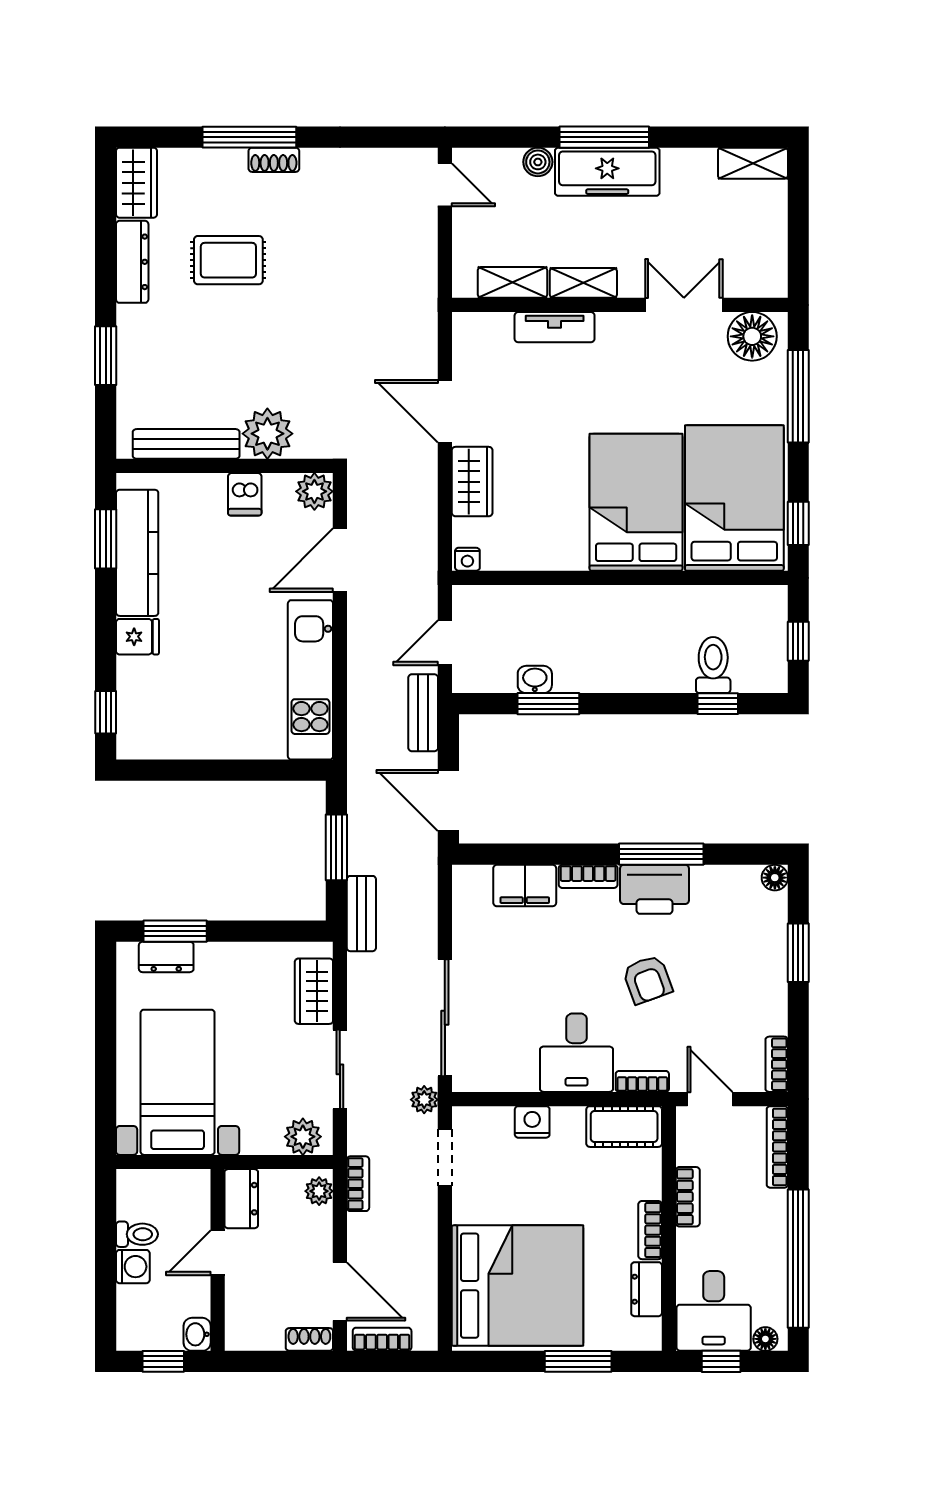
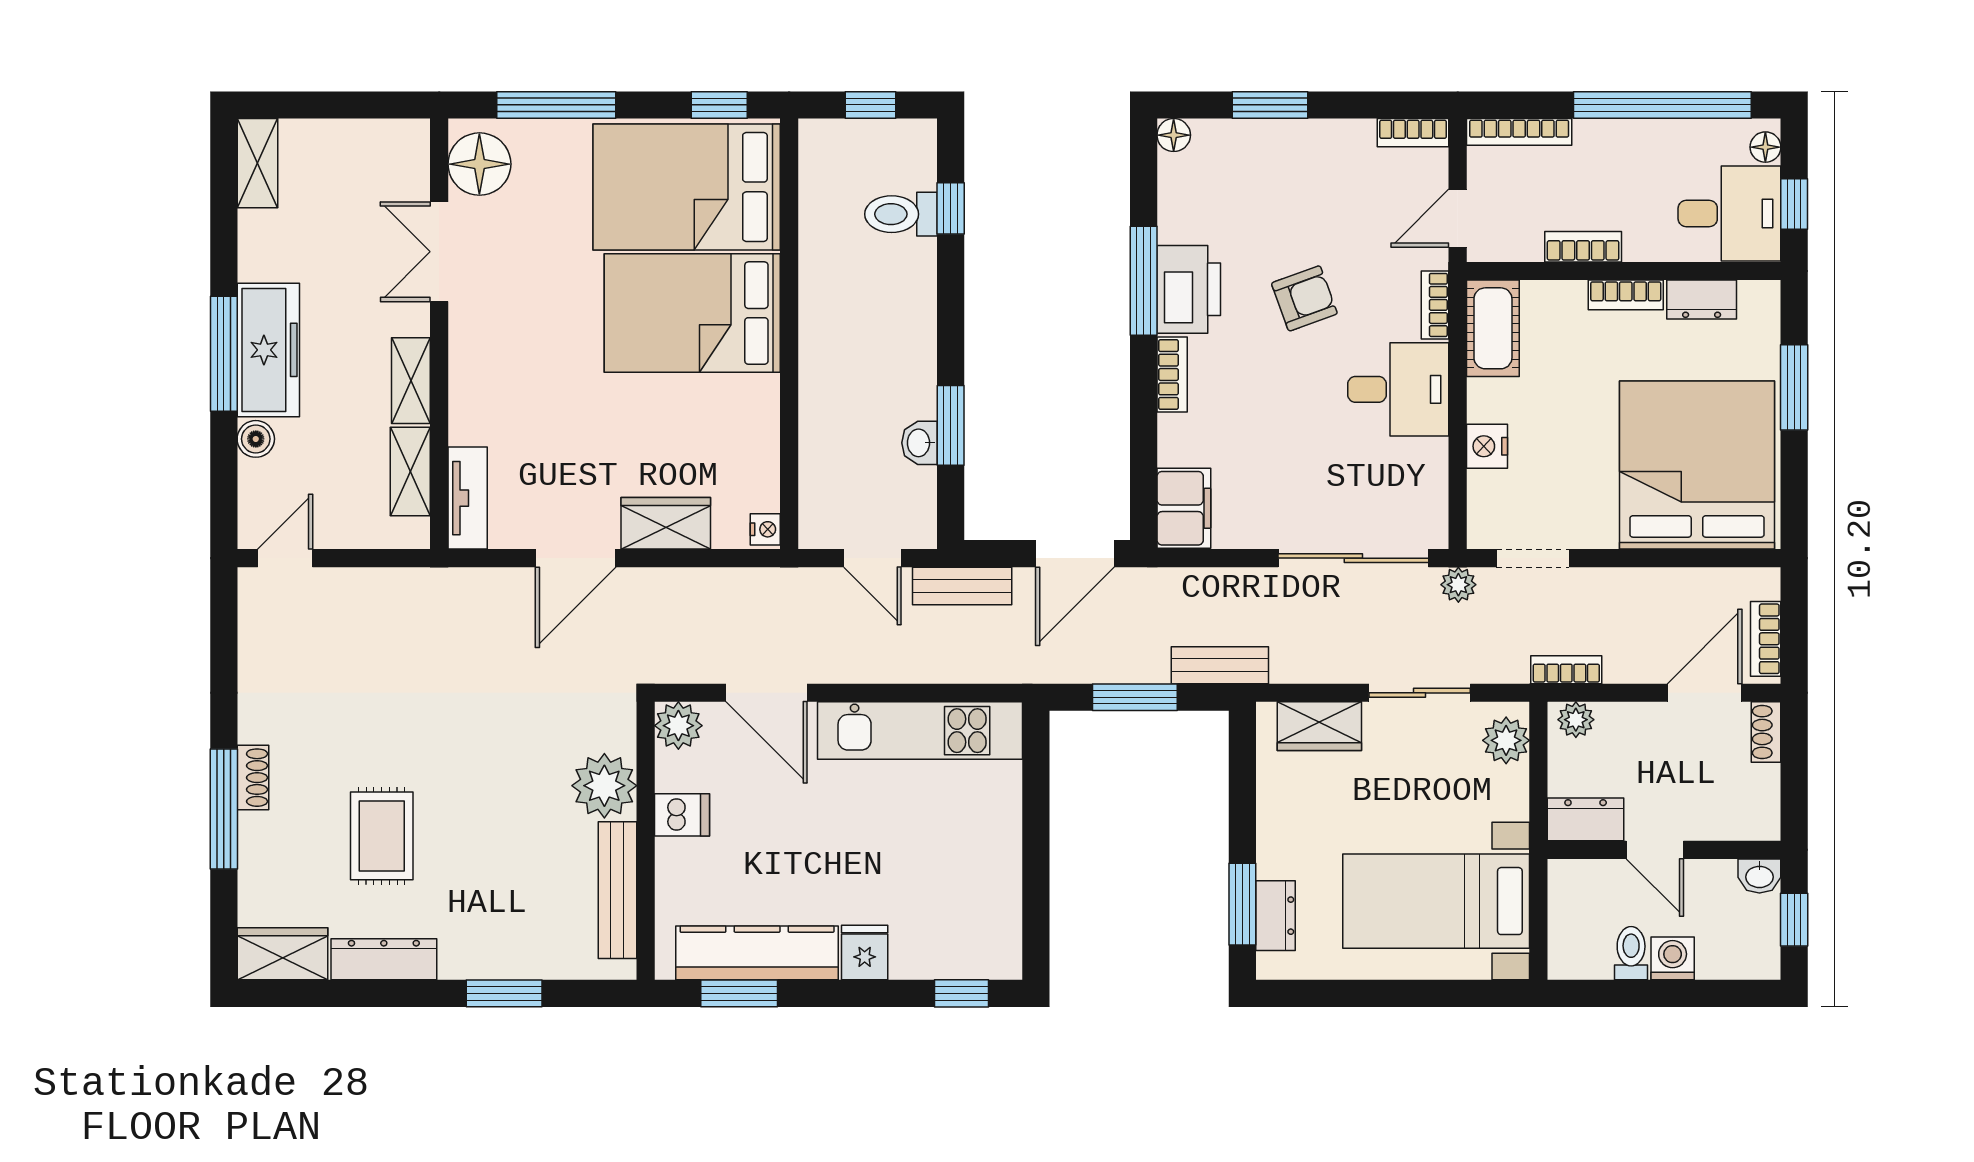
tv unit: (555, 327) -> (468, 498), moved
filing cabinet: (525, 886) -> (1184, 508), moved

